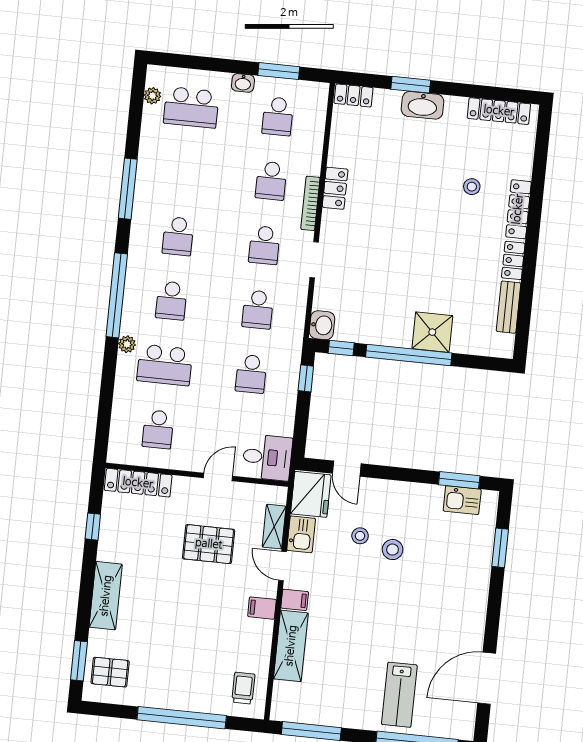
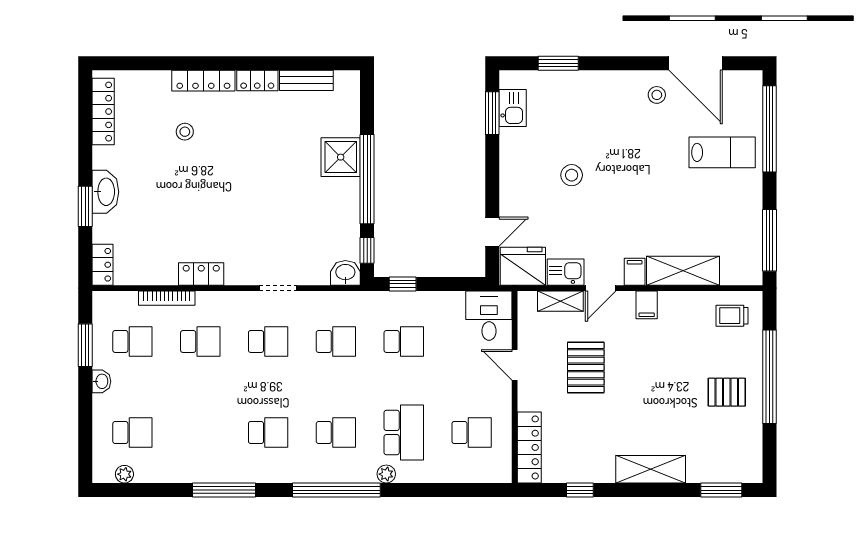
school desk: (191, 107) -> (132, 433), width x0.54
bookcase: (310, 203) -> (167, 298), moved
stool: (360, 536) -> (657, 95), moved
pallet: (110, 672) -> (727, 392), moved, turned 90

